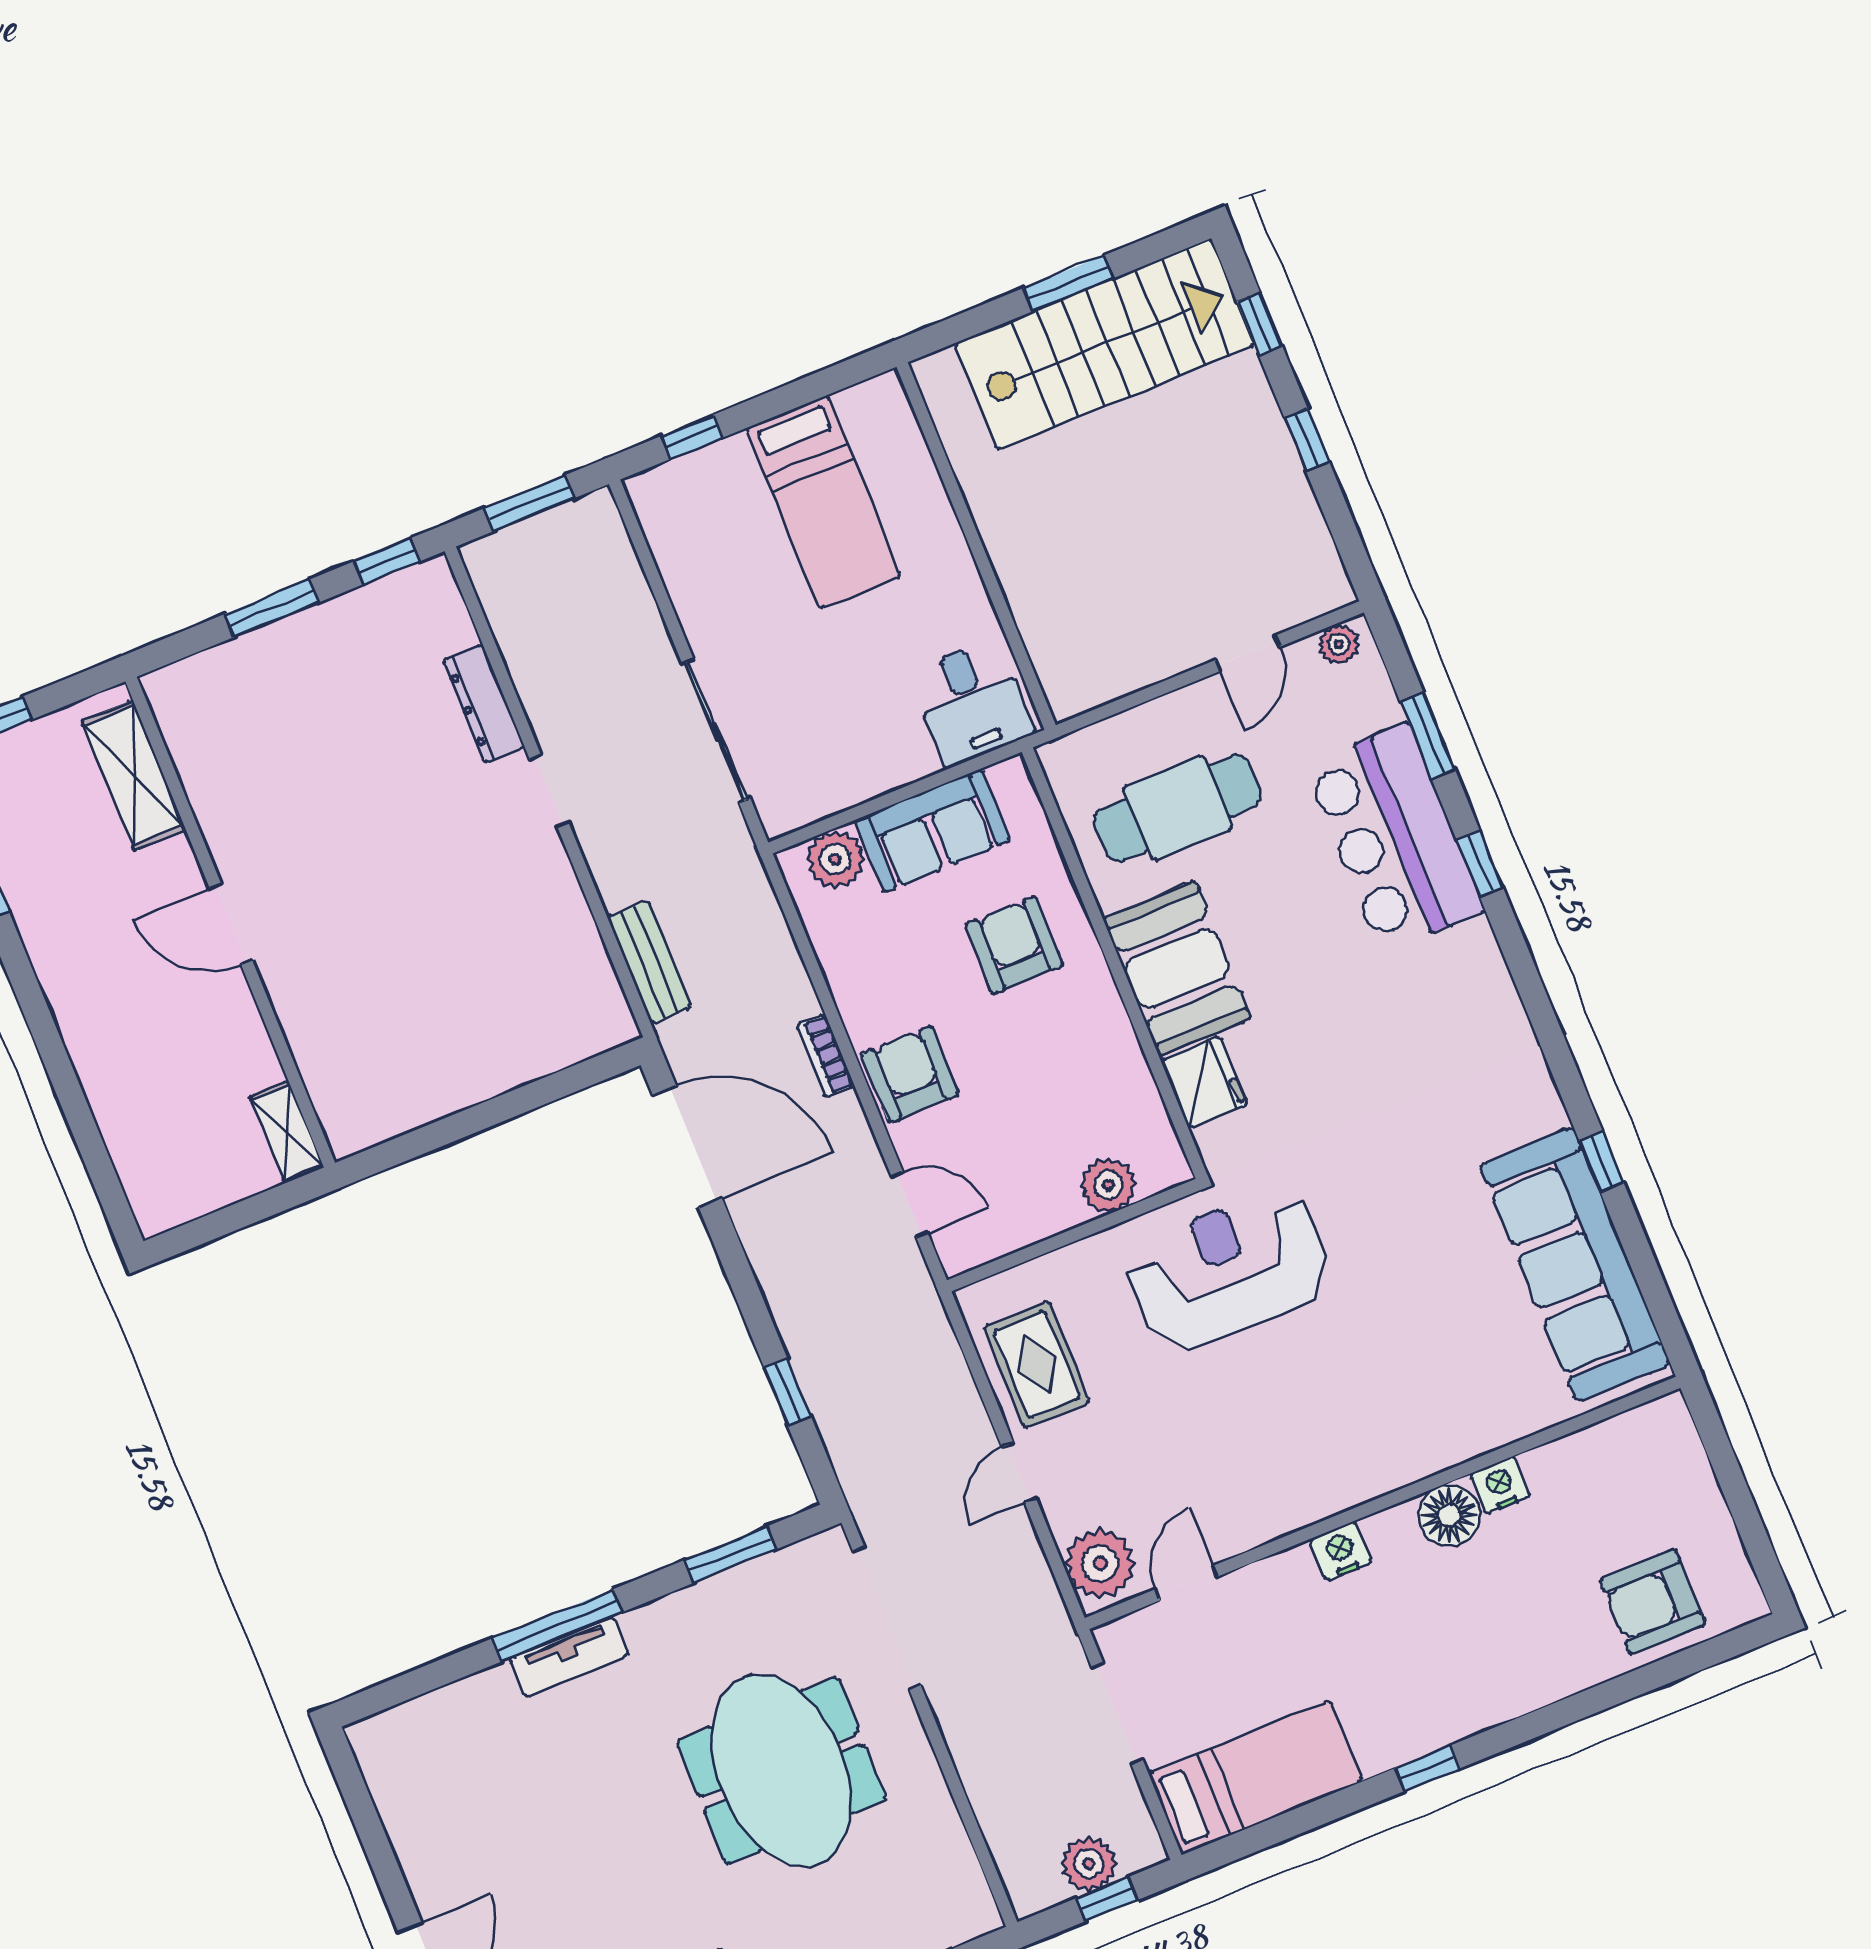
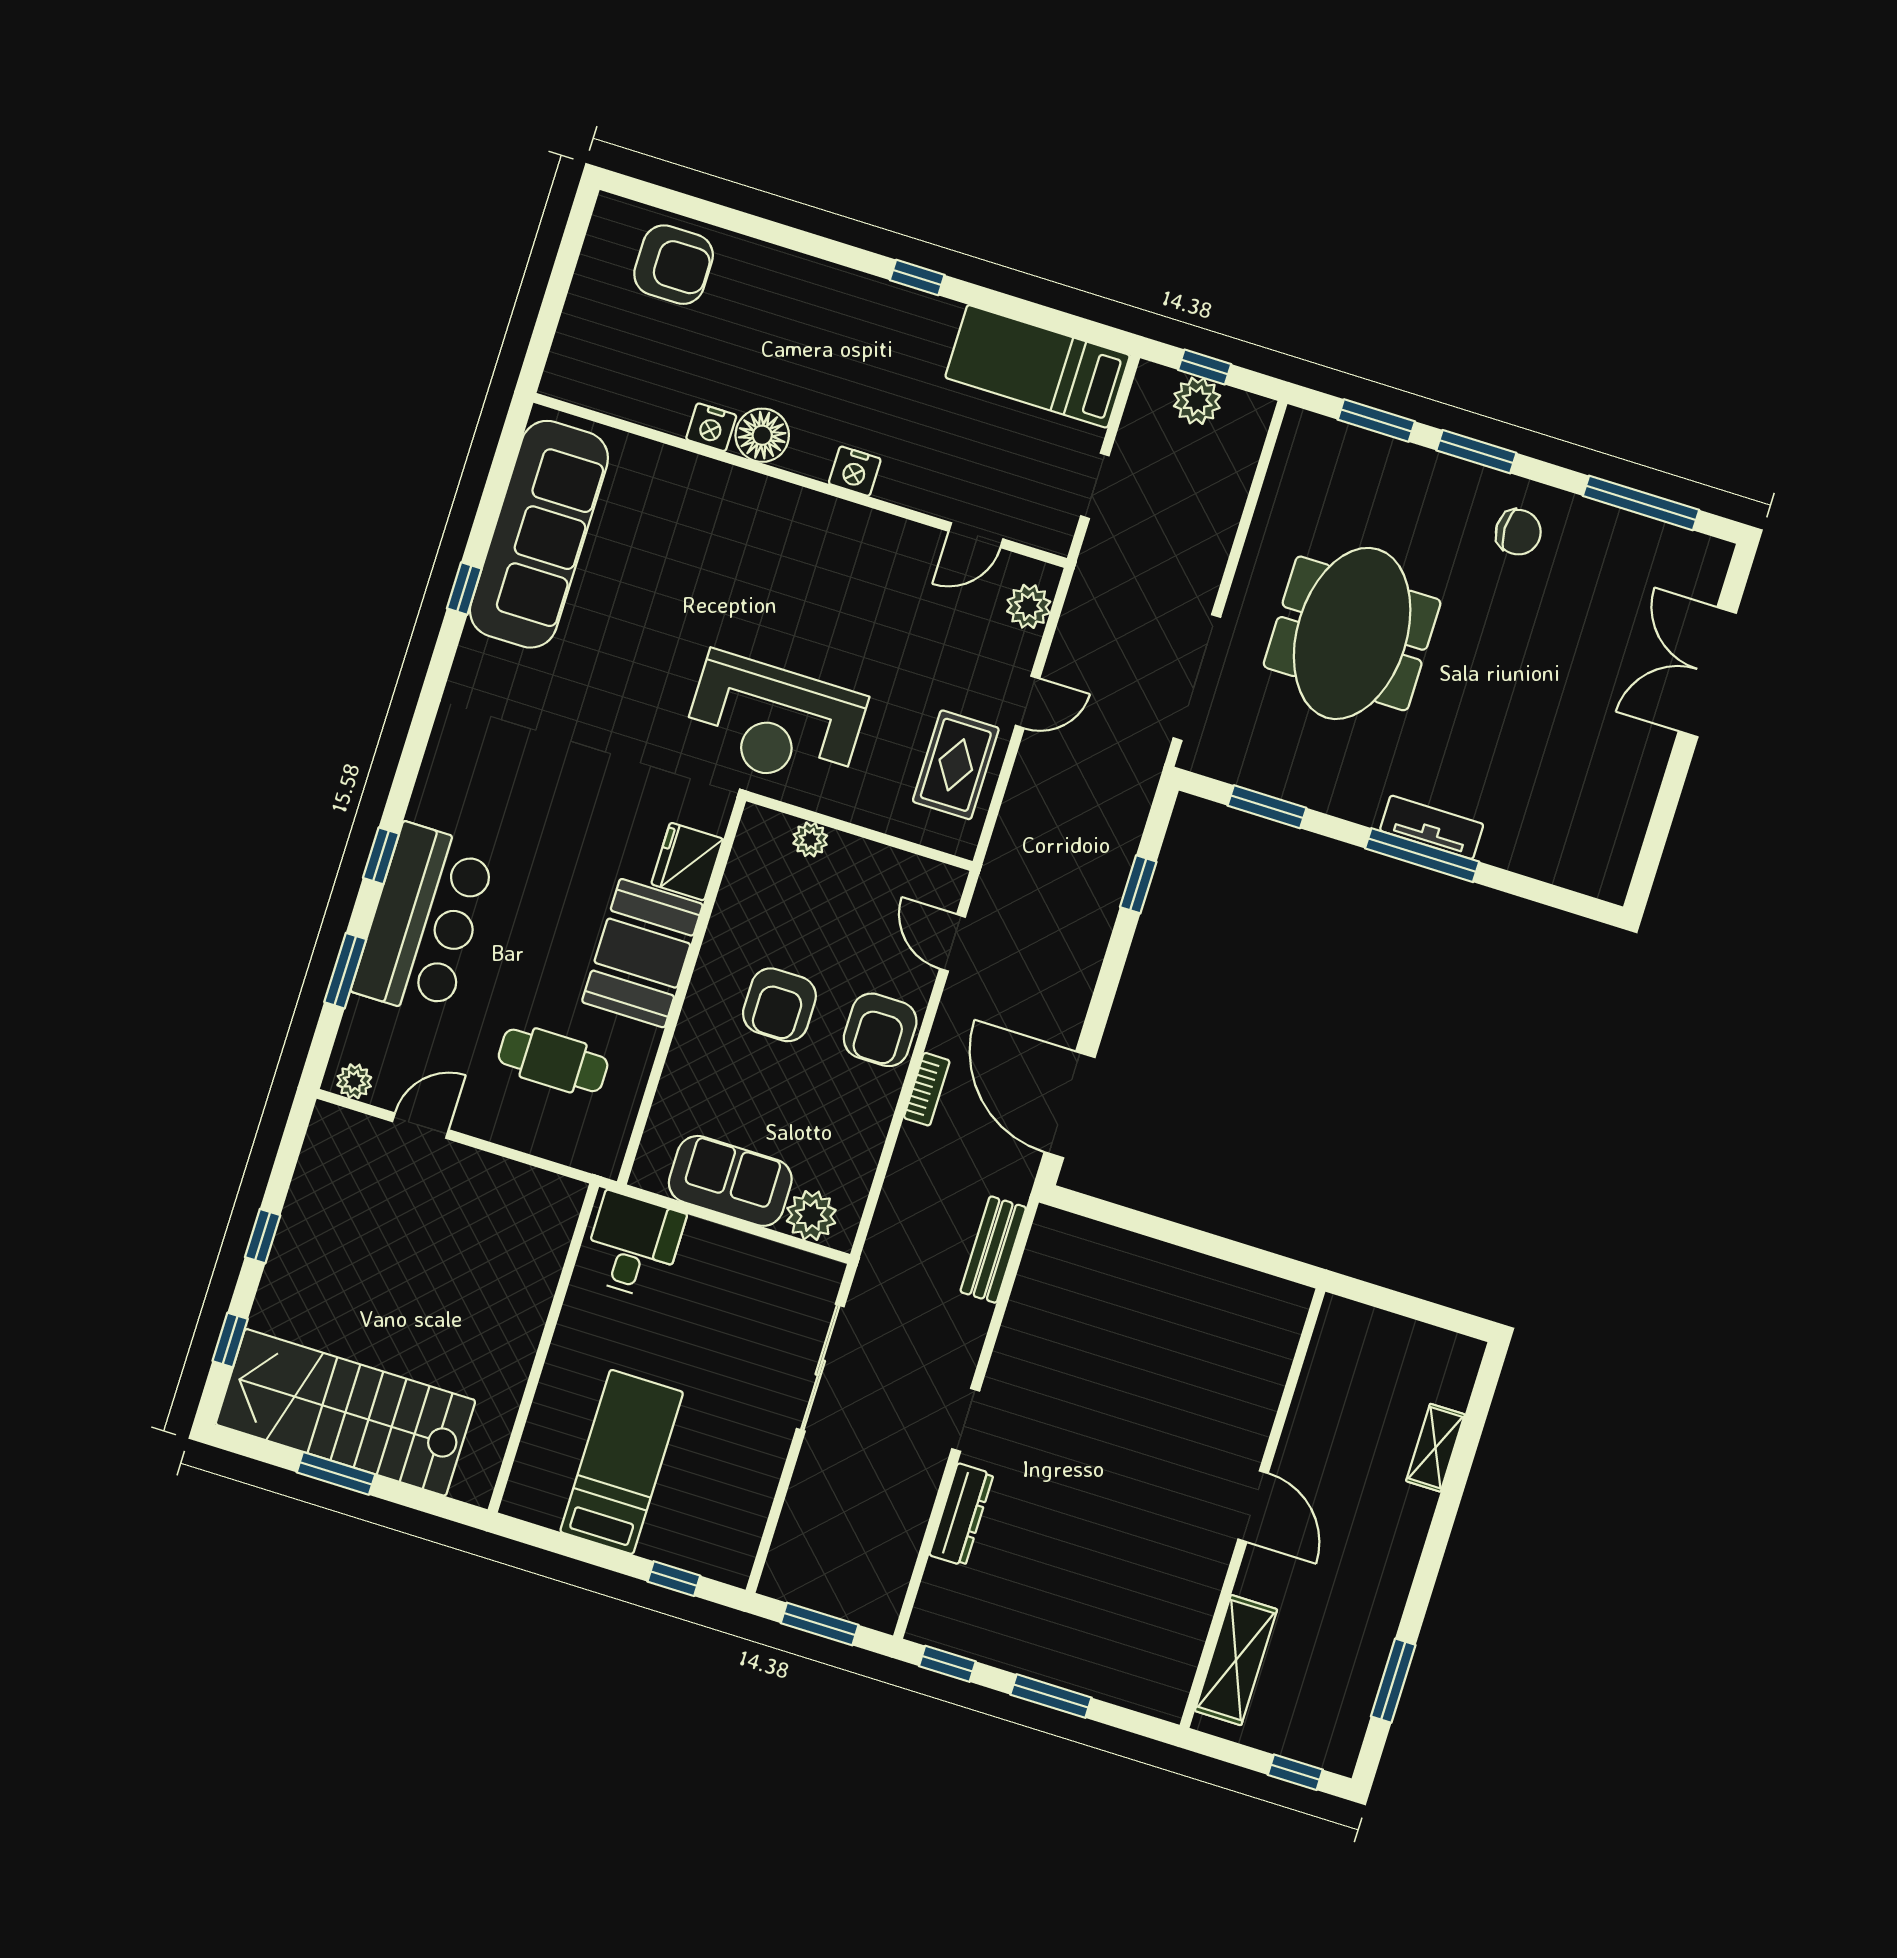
cafe table: (1178, 808) -> (553, 1060), width x0.73, depth x0.74
armchair: (1014, 945) -> (779, 1005), moved
shelving: (287, 1132) -> (1435, 1448), moved
plant: (1108, 1185) -> (810, 839), width x0.73, depth x0.73
plant: (1100, 1563) -> (1029, 606), width x0.73, depth x0.73
doorway: (1117, 1714) -> (1095, 486), width x0.73

